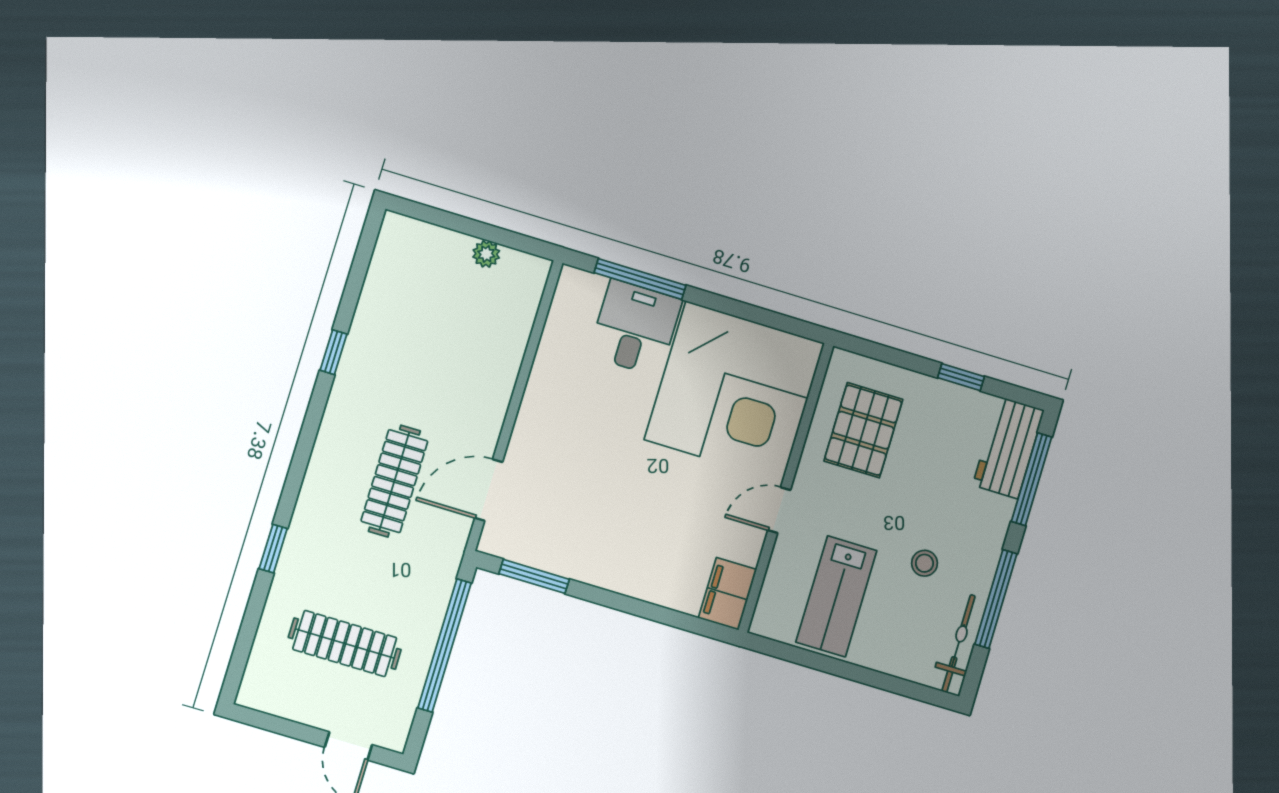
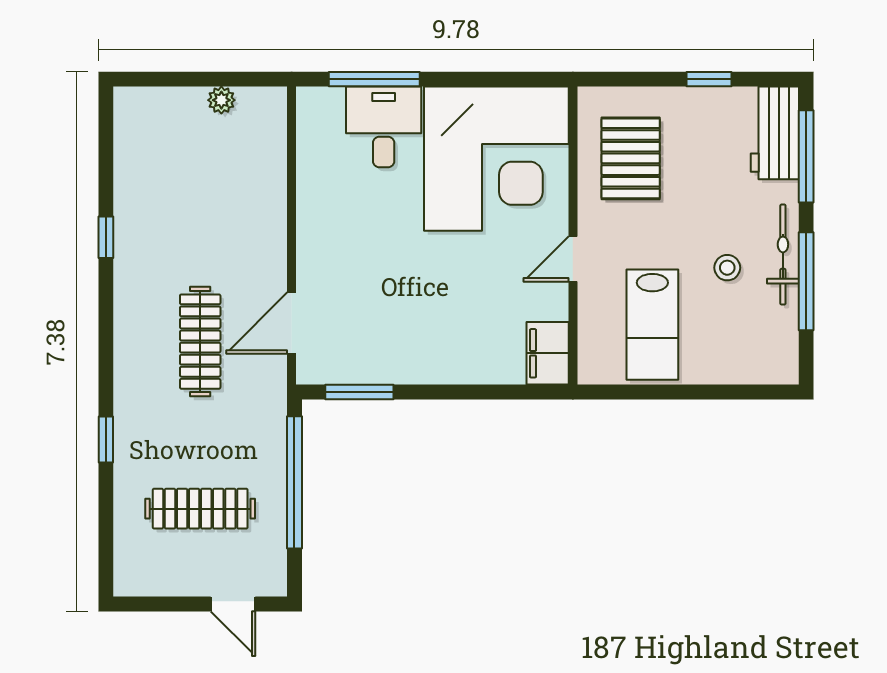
bicycle: (959, 644) -> (783, 255), moved

